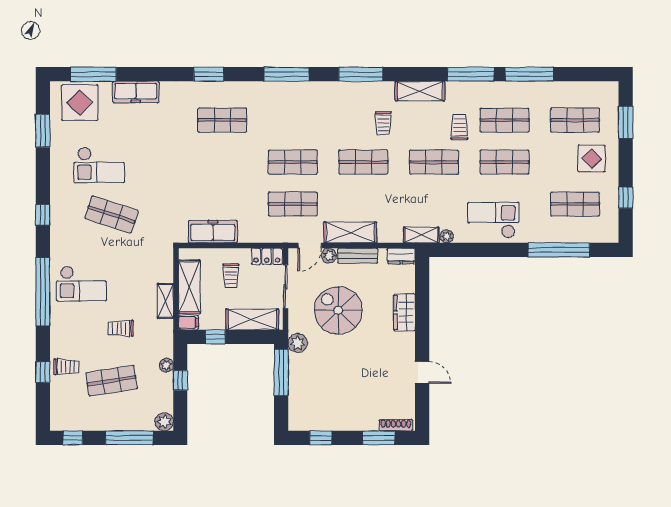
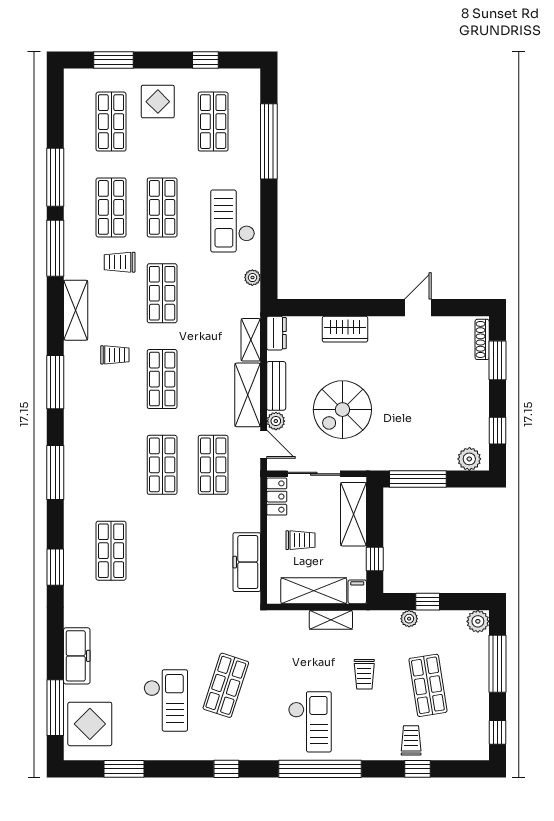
shelving: (421, 235) -> (251, 340), moved
plant: (298, 343) -> (469, 459), moved

